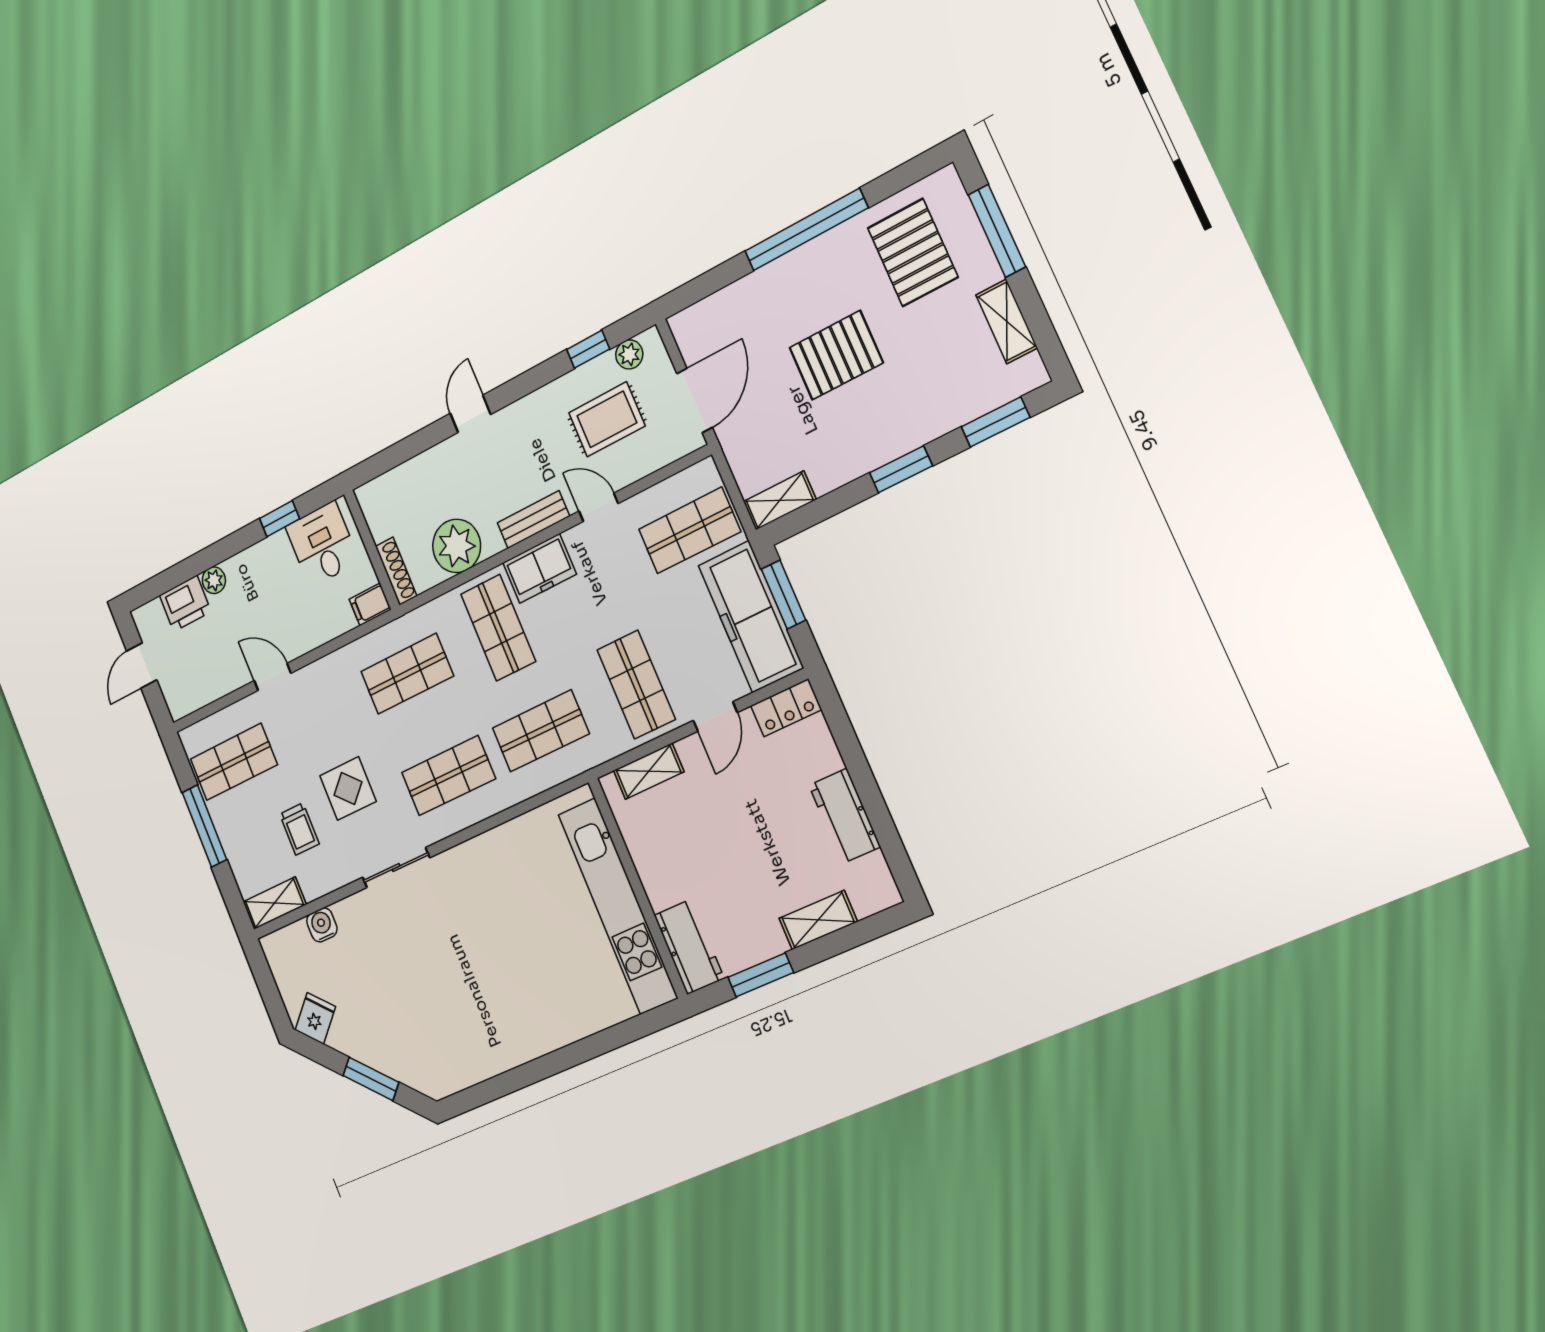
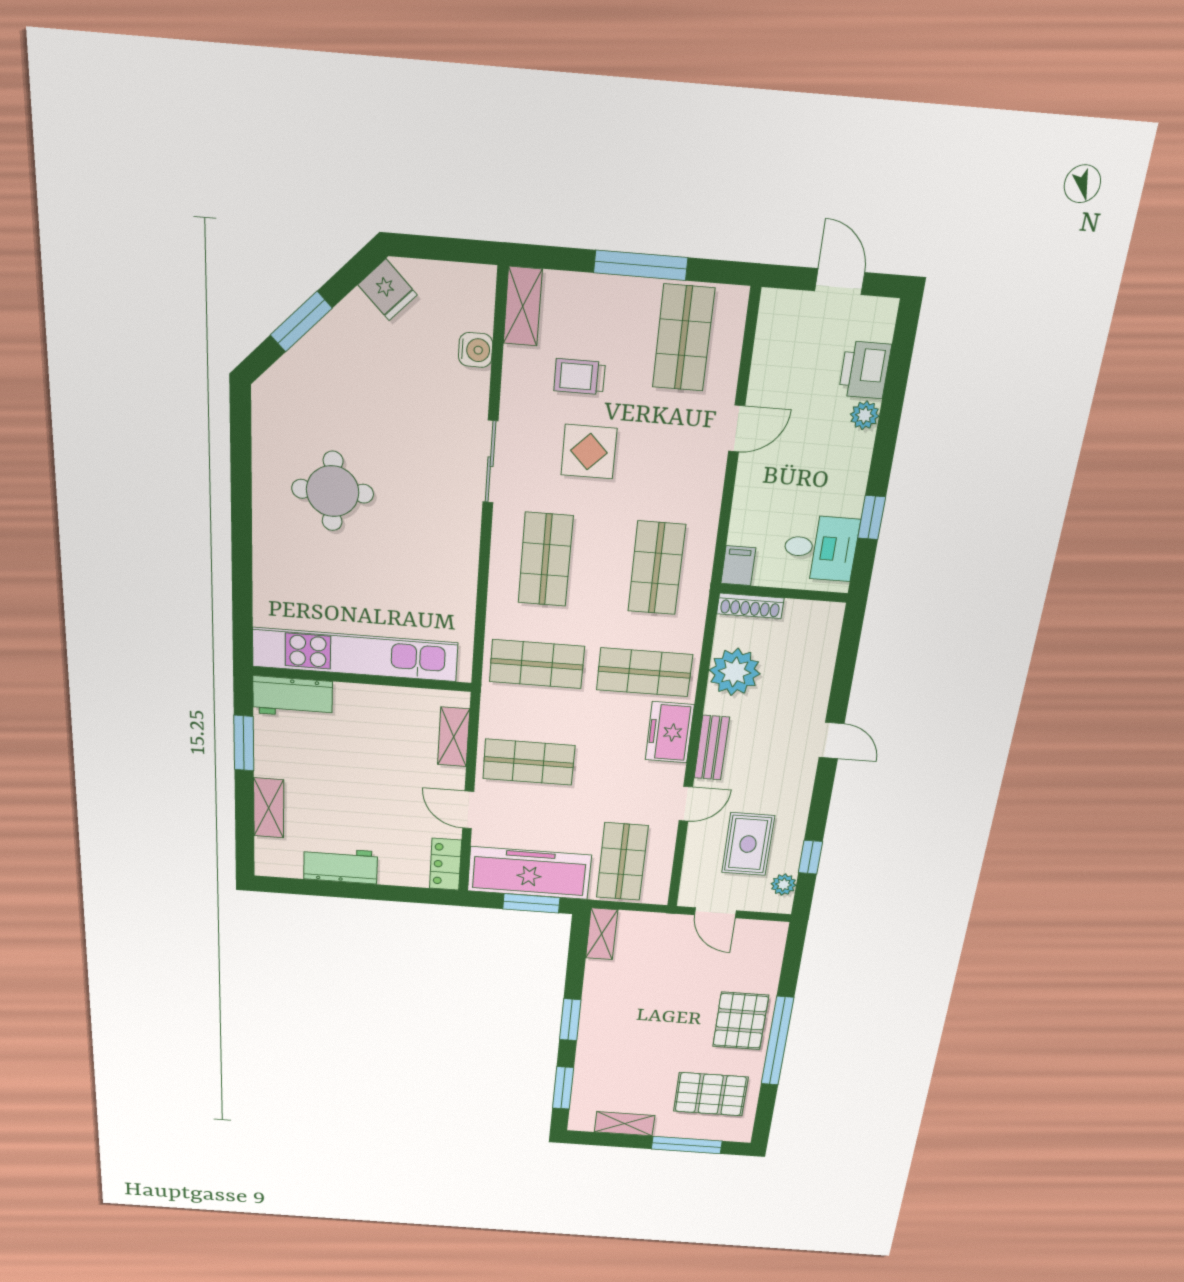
pallet: (836, 355) -> (741, 1021), moved
door: (694, 401) -> (715, 913), width x0.73
shop shelf: (541, 731) -> (537, 664), turned 90
round table: (486, 993) -> (333, 491), added

